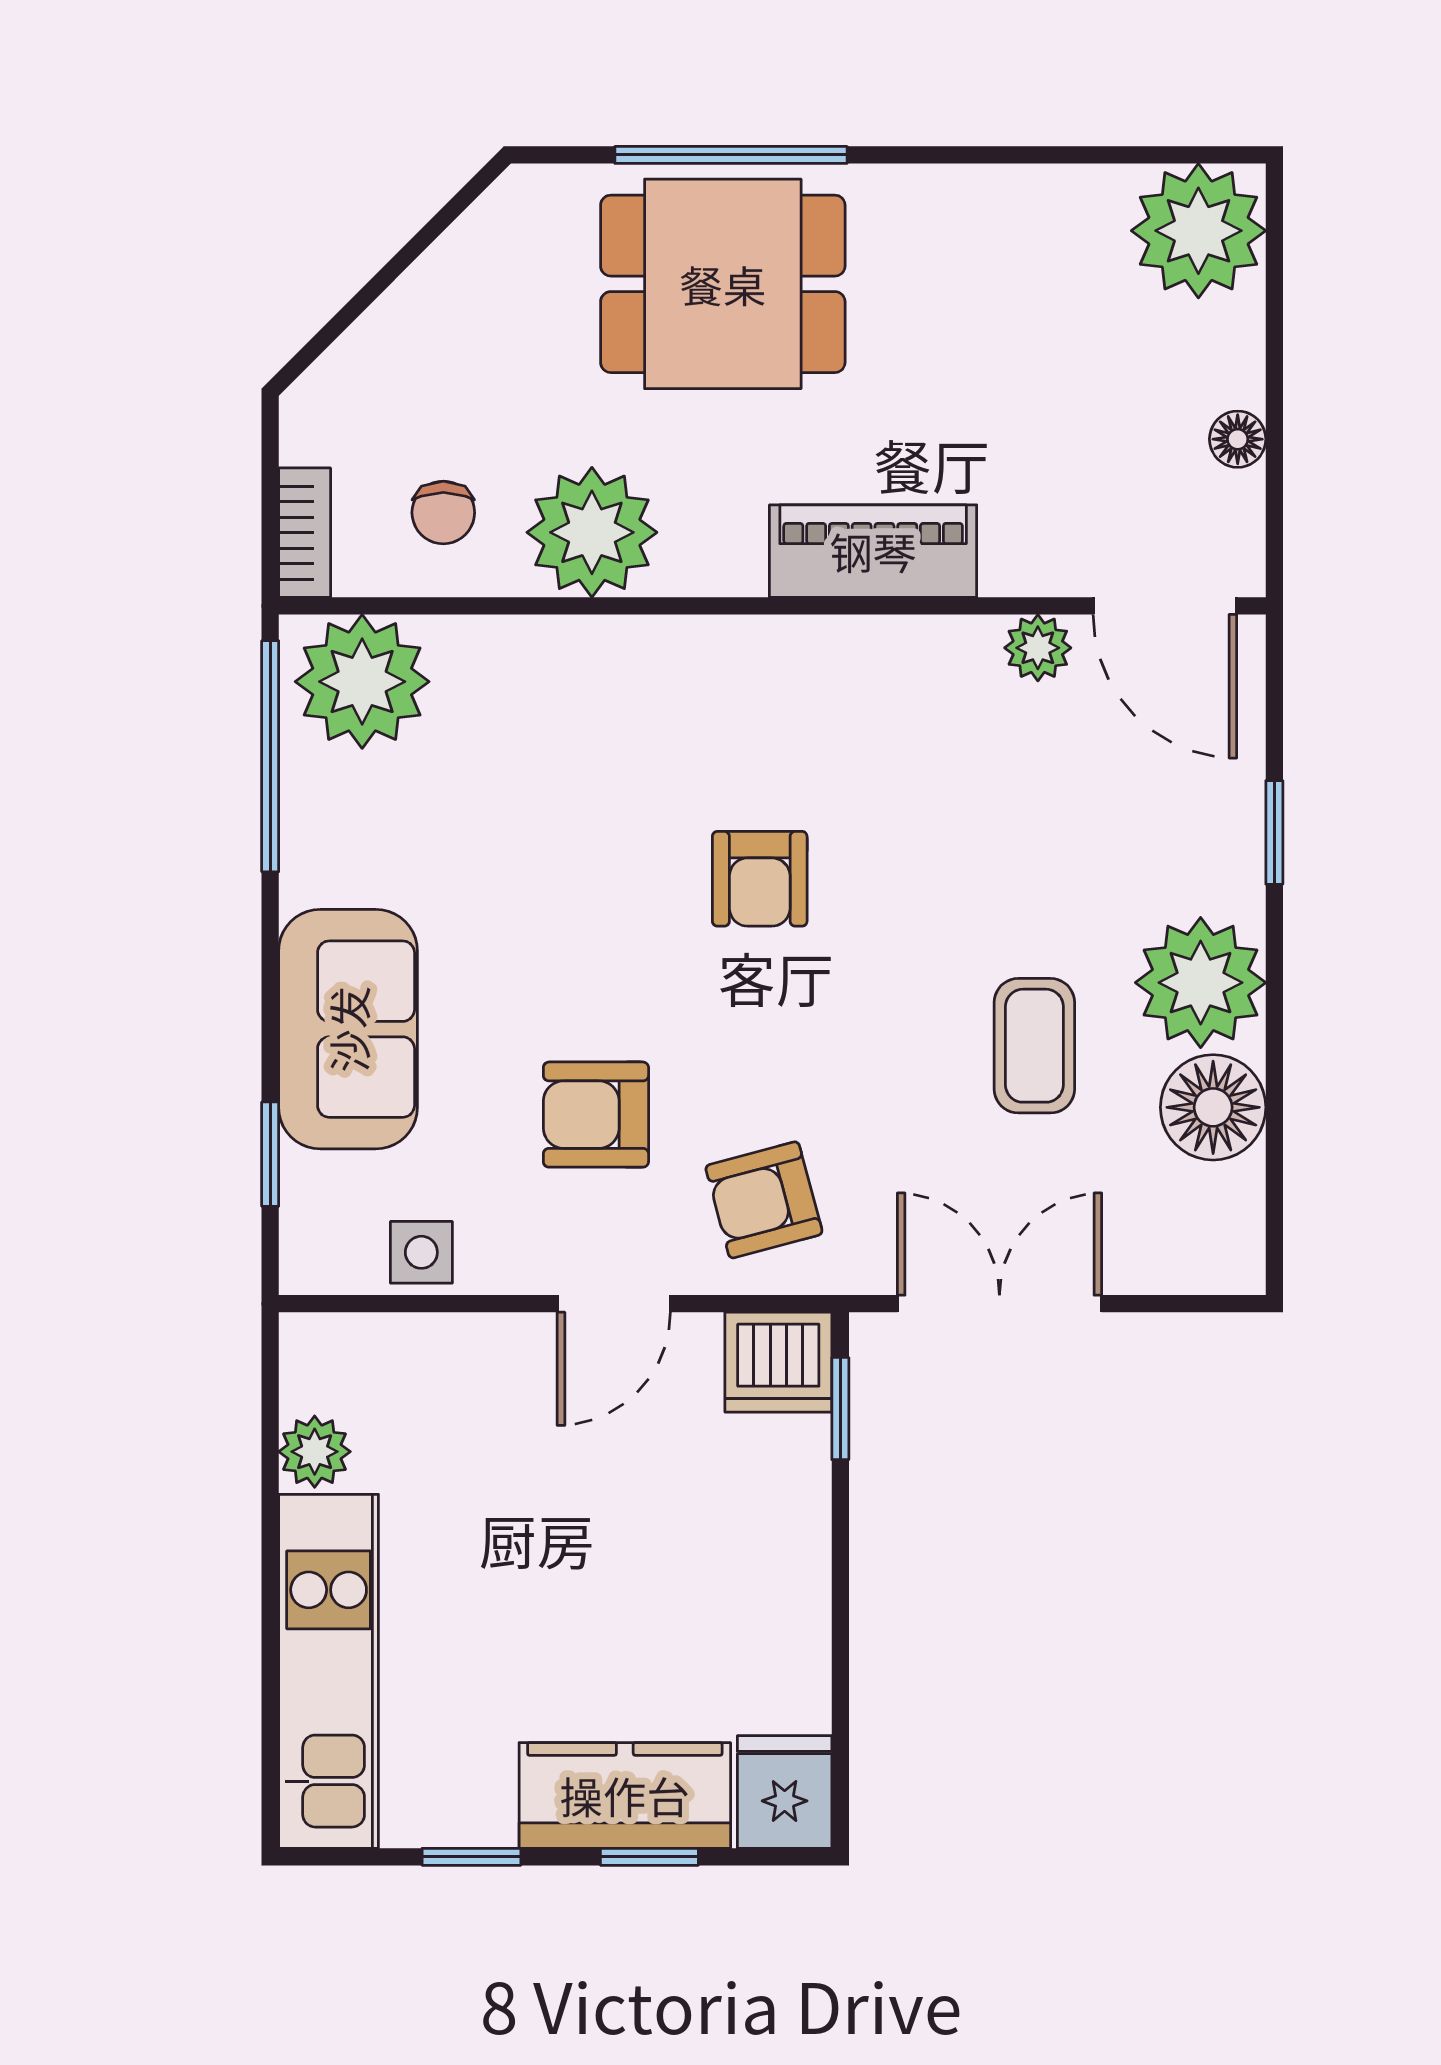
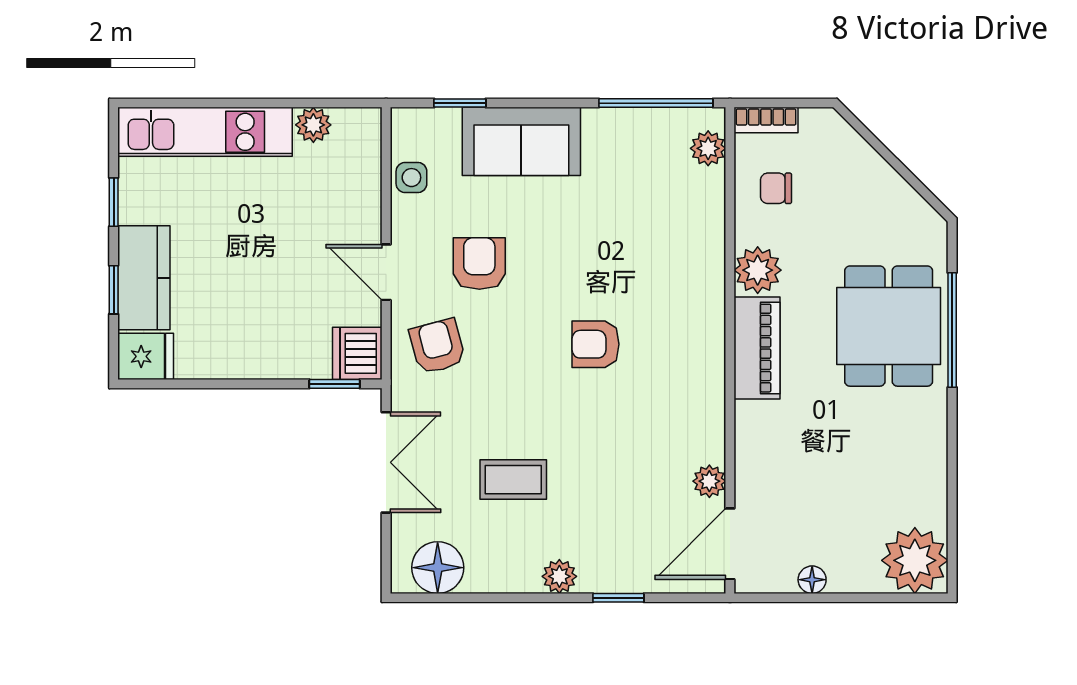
plant: (592, 532) -> (758, 270), width x0.73, depth x0.73
piano: (873, 551) -> (757, 348), moved
plant: (362, 682) -> (708, 148), width x0.53, depth x0.53
plant: (1201, 983) -> (559, 576), width x0.53, depth x0.53
floor lamp: (1213, 1107) -> (438, 568), moved

